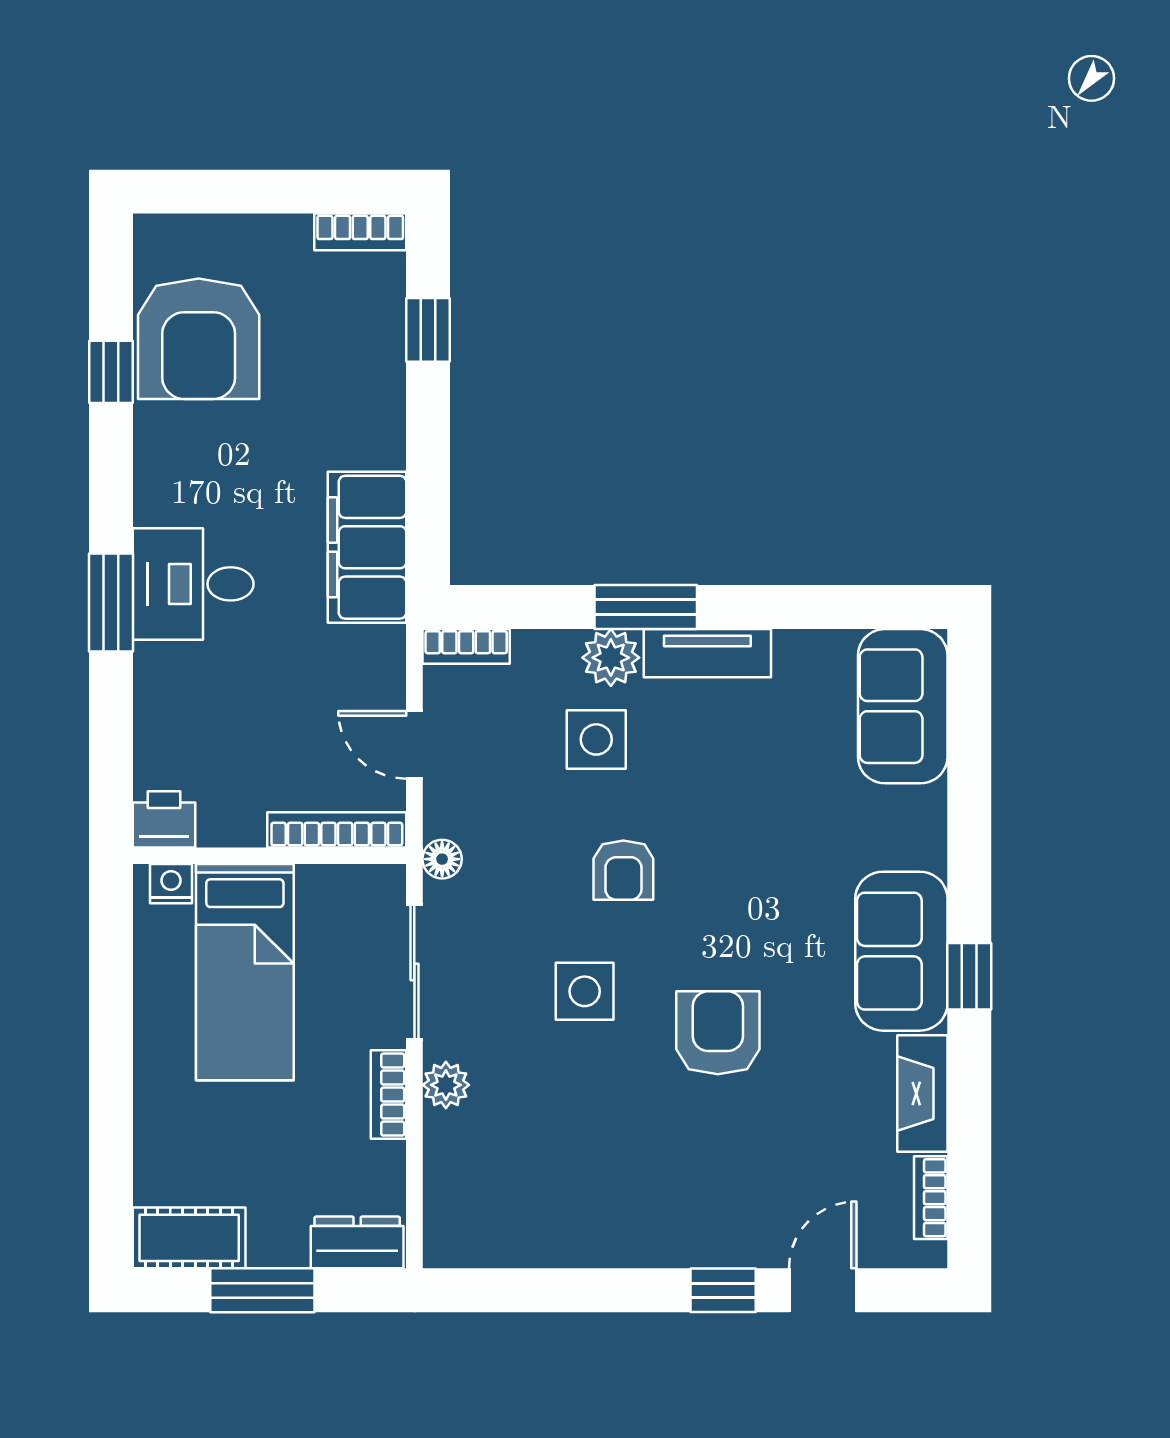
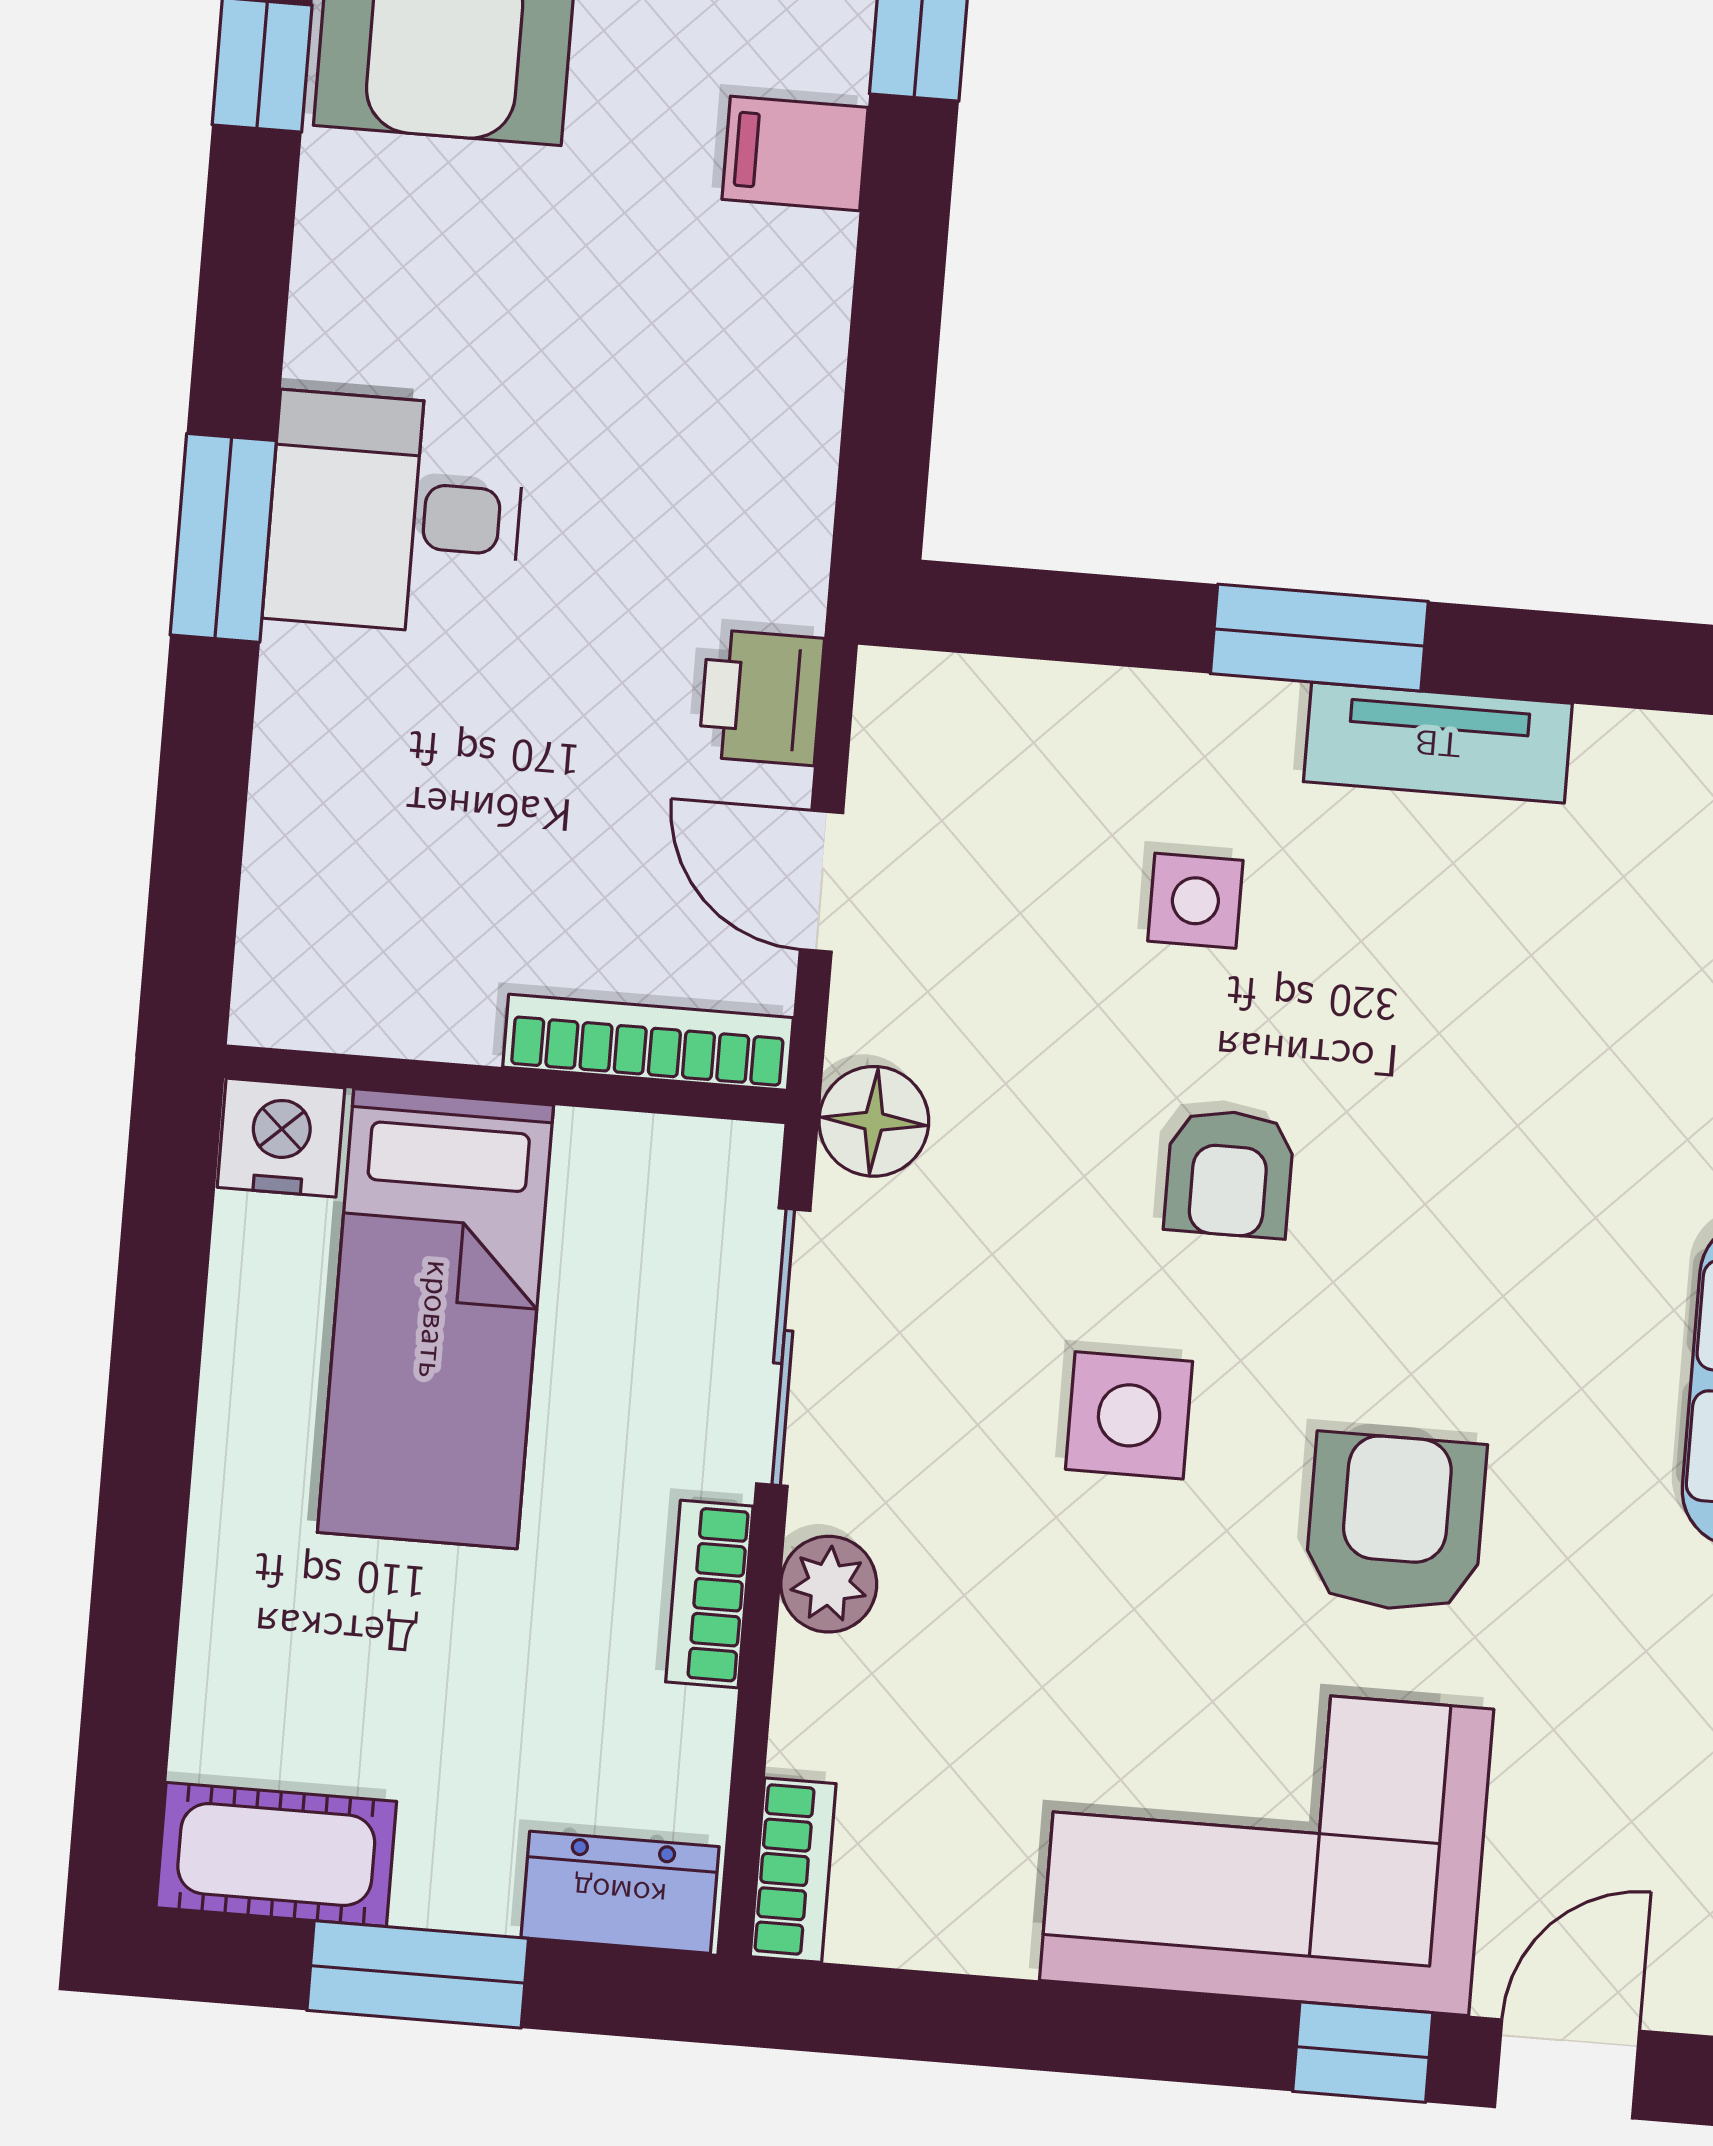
filing cabinet: (367, 547) -> (795, 153), moved, width x0.33, depth x0.86
bookcase: (466, 646) -> (793, 1870), moved, turned -90
plant: (611, 658) -> (1239, 735), removed
side table: (596, 739) -> (1195, 901), width x0.73, depth x0.73
printer: (164, 819) -> (761, 697), moved, turned -90
floor lamp: (442, 859) -> (874, 1121), width x1.37, depth x1.37
nightstand: (171, 884) -> (281, 1138), width x1.39, depth x1.35
corner sofa: (668, 1194) -> (1267, 1845), added

